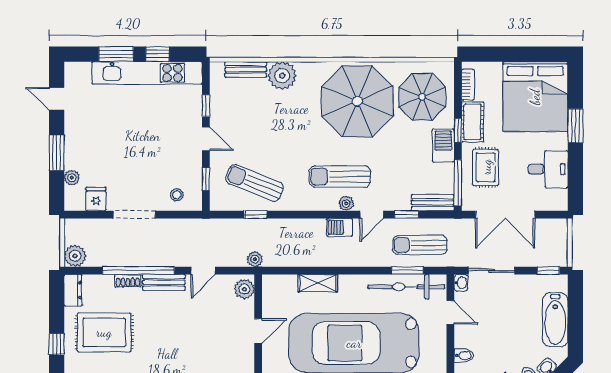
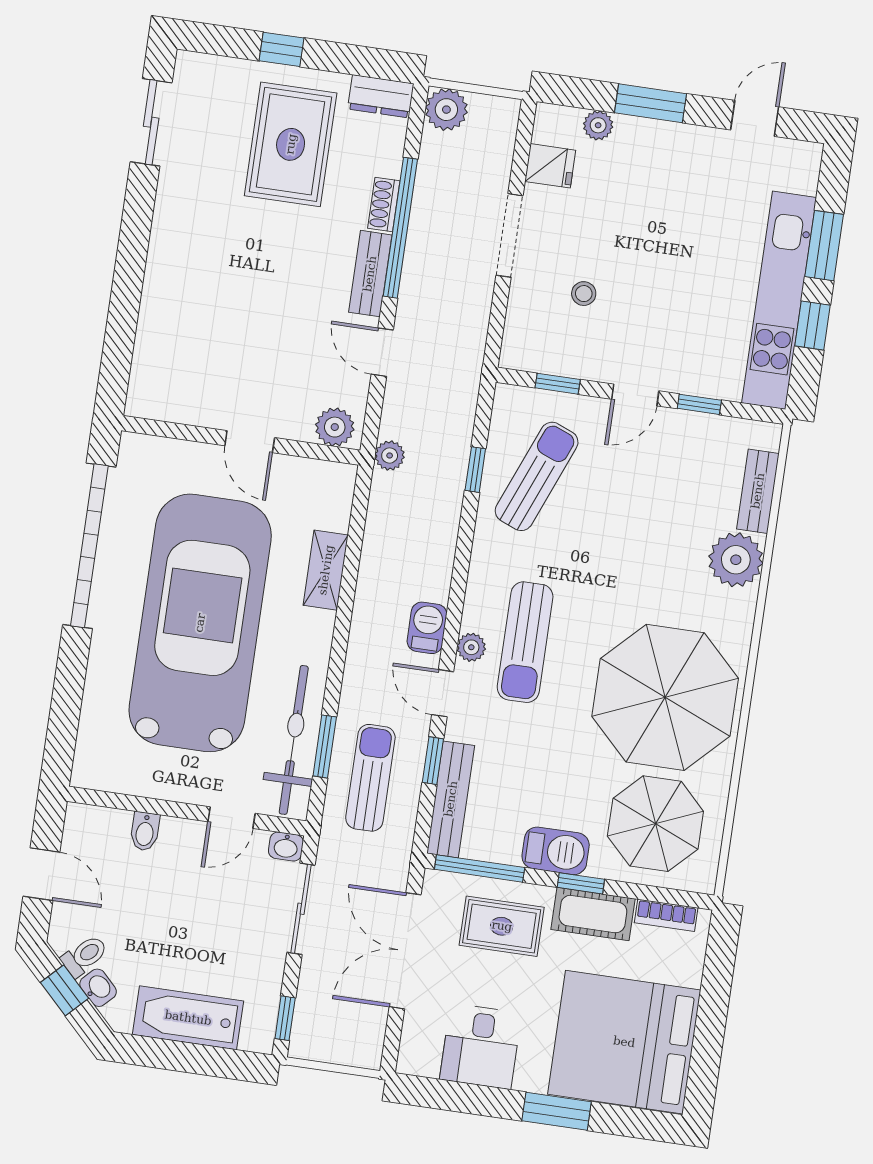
sun lounger: (340, 176) -> (525, 642), turned 180
stool: (177, 195) -> (584, 294), moved
bench: (433, 203) -> (451, 799), width x1.36

